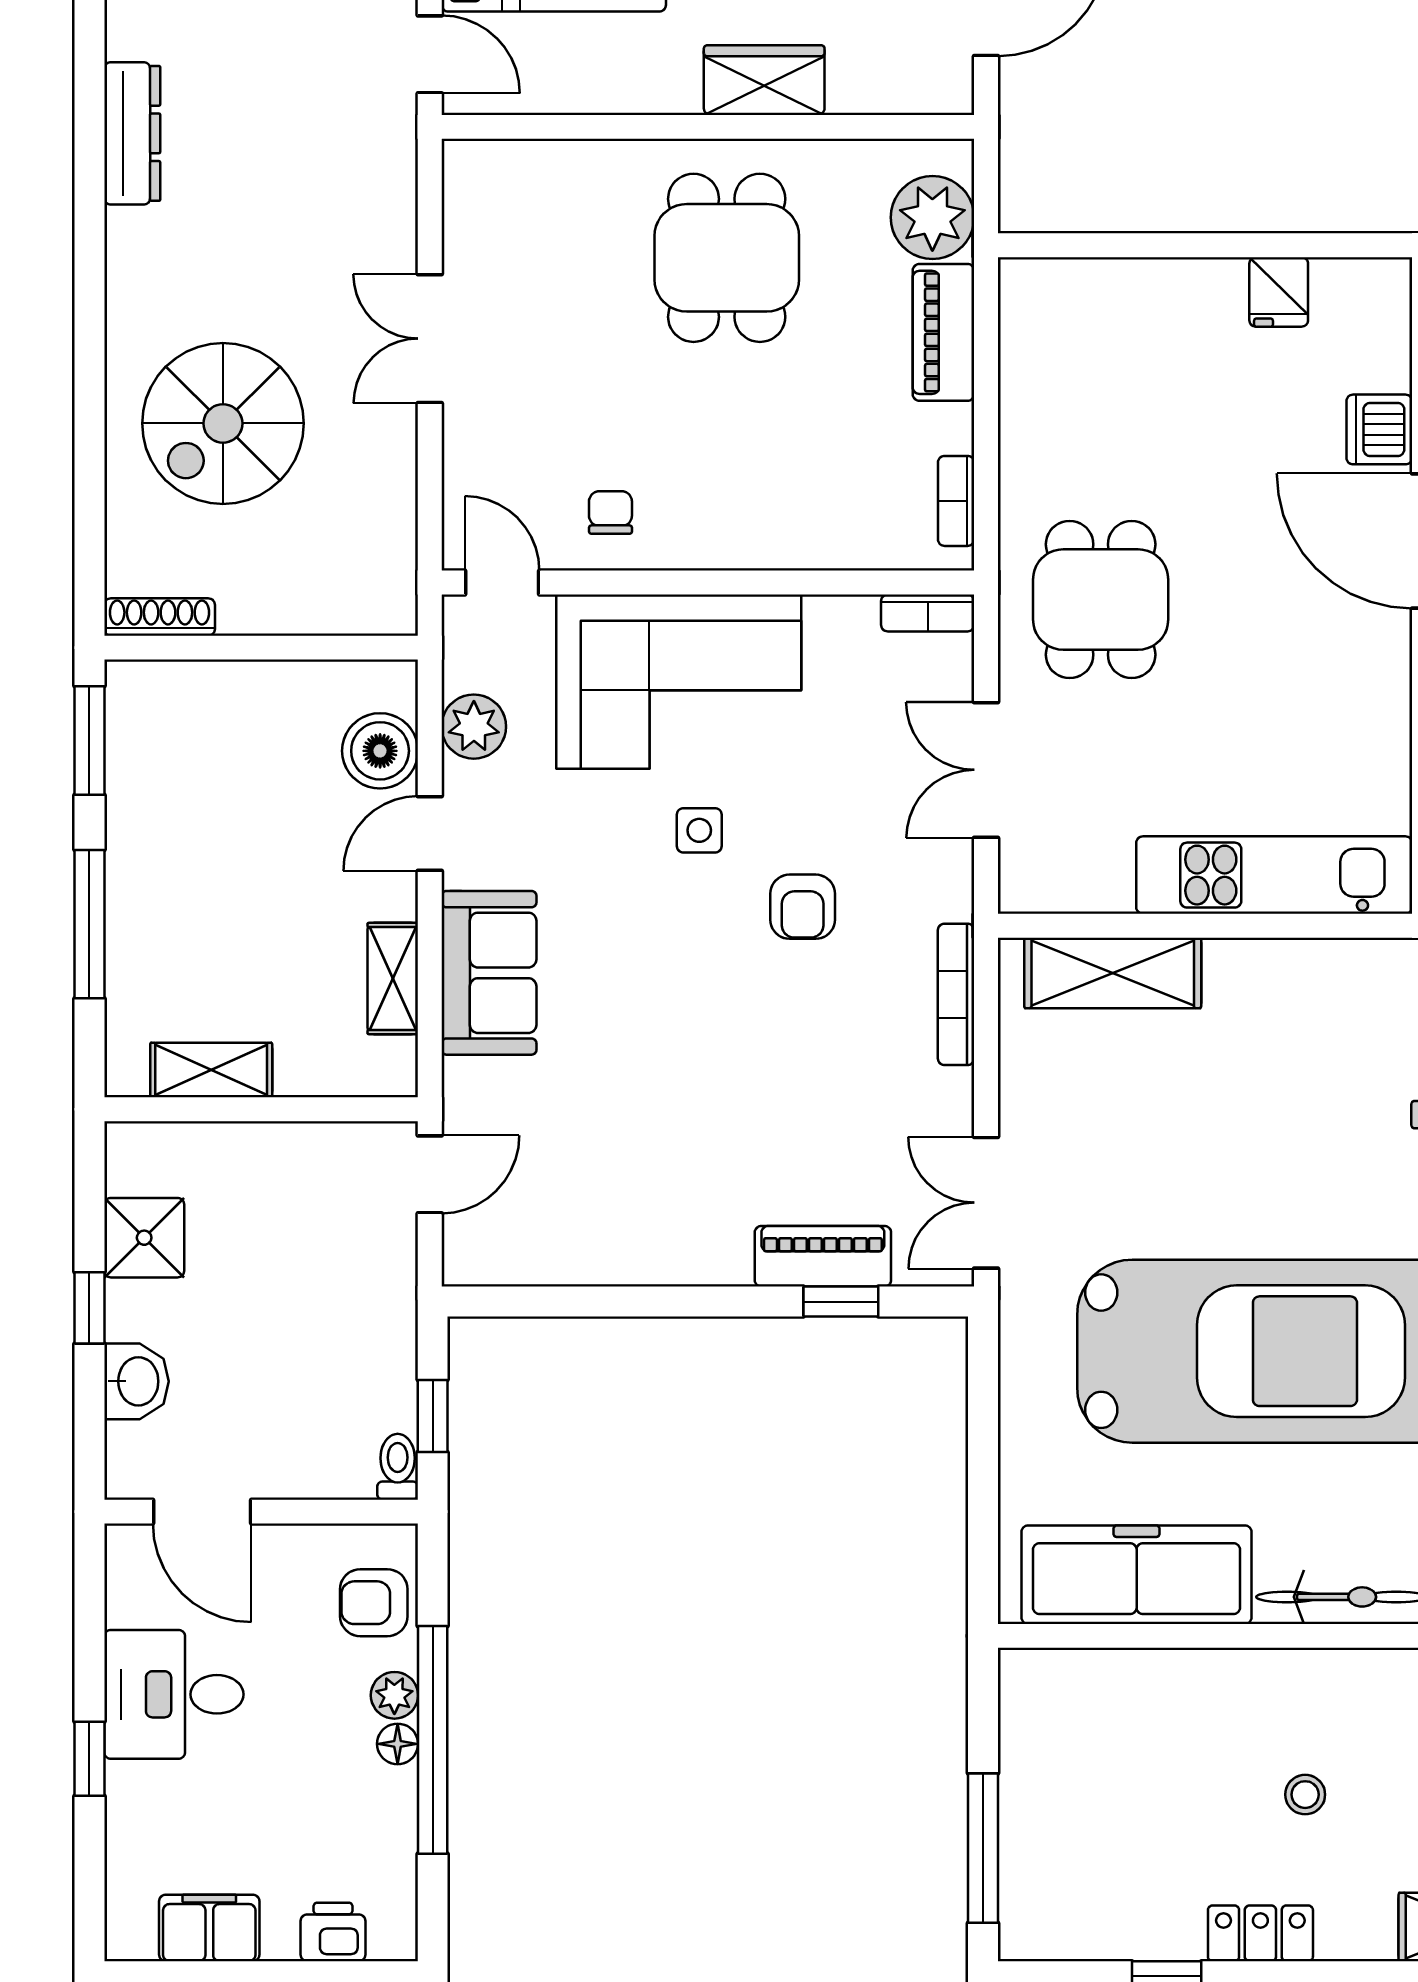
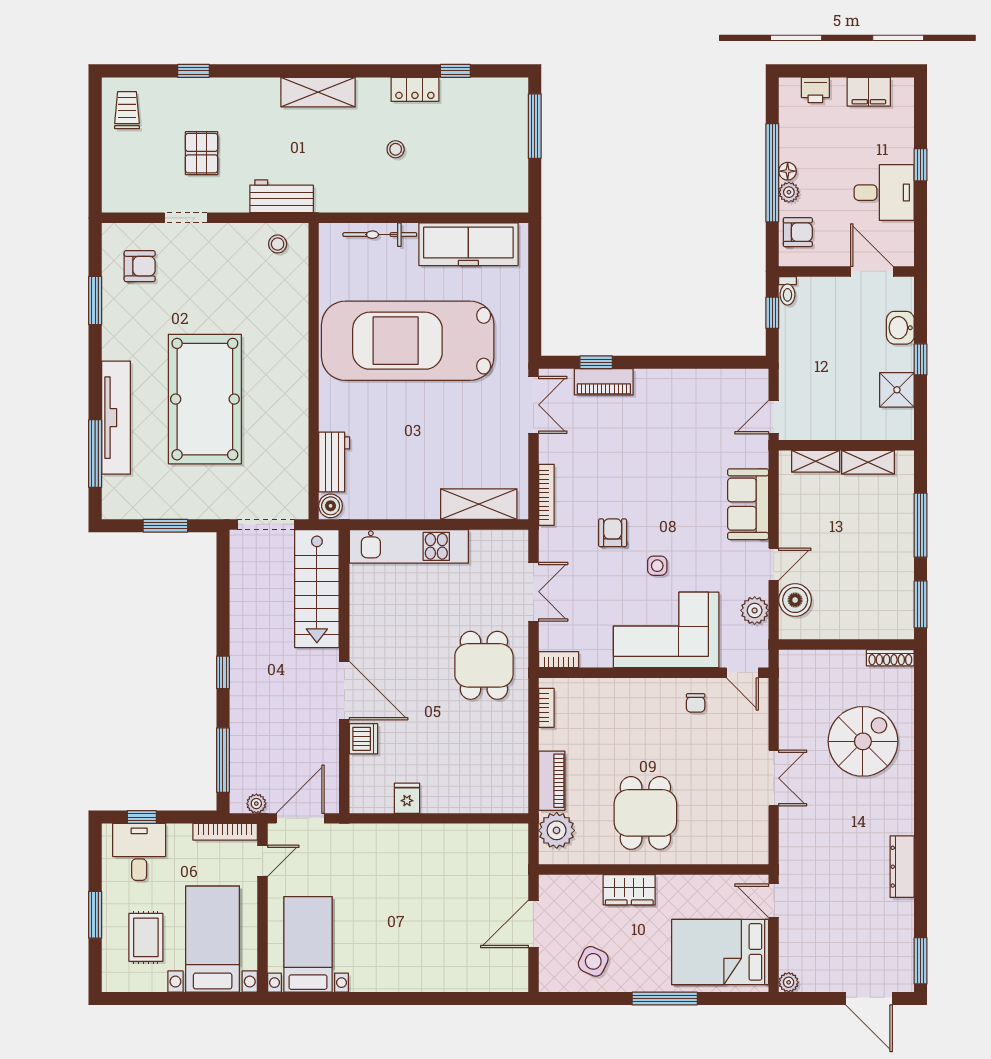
shelving: (393, 979) -> (816, 461), moved, turned 90

